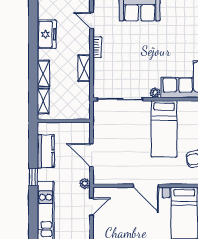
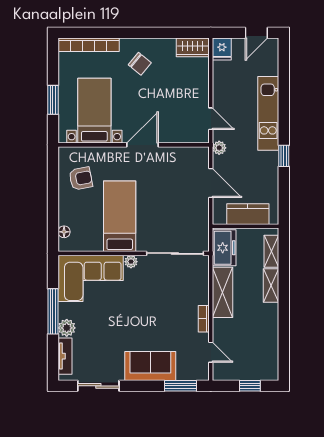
freezer: (47, 34) -> (224, 248), moved, turned 180
shelving: (84, 68) -> (223, 292), width x1.50, depth x1.33
kitchen counter: (46, 151) -> (248, 214), moved, turned 90
door: (146, 186) -> (143, 145), hinge flipped
door: (91, 207) -> (211, 119), swing flipped

